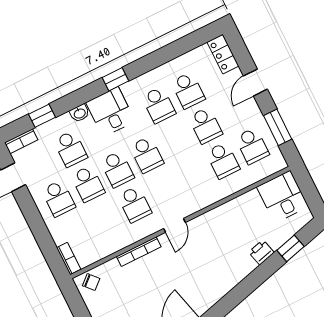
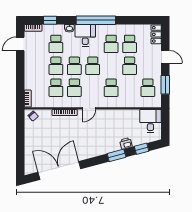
window: (115, 79) -> (96, 20), width x3.17
door: (255, 83) -> (165, 57), swing flipped
school desk: (223, 160) -> (111, 88), moved
school desk: (58, 198) -> (56, 88), moved
window: (256, 279) -> (117, 155), added

